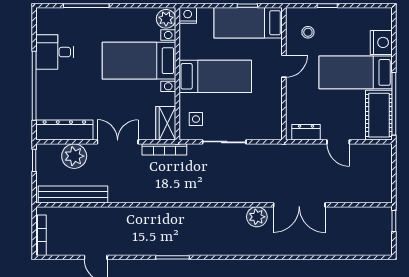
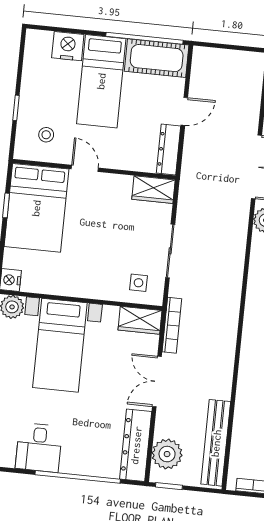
bed: (248, 23) -> (36, 208), width x1.50
bed: (215, 76) -> (89, 254), removed
wardrobe: (272, 123) -> (154, 190), added
dresser: (306, 132) -> (169, 150), width x1.44
plant: (74, 156) -> (167, 454), moved

